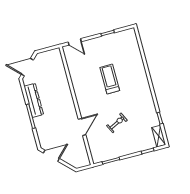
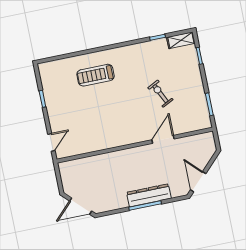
door: (27, 67) -> (81, 206), hinge flipped
treadmill: (110, 79) -> (96, 75), moved
dresser: (34, 100) -> (149, 195), moved
door: (82, 127) -> (163, 139), hinge flipped

